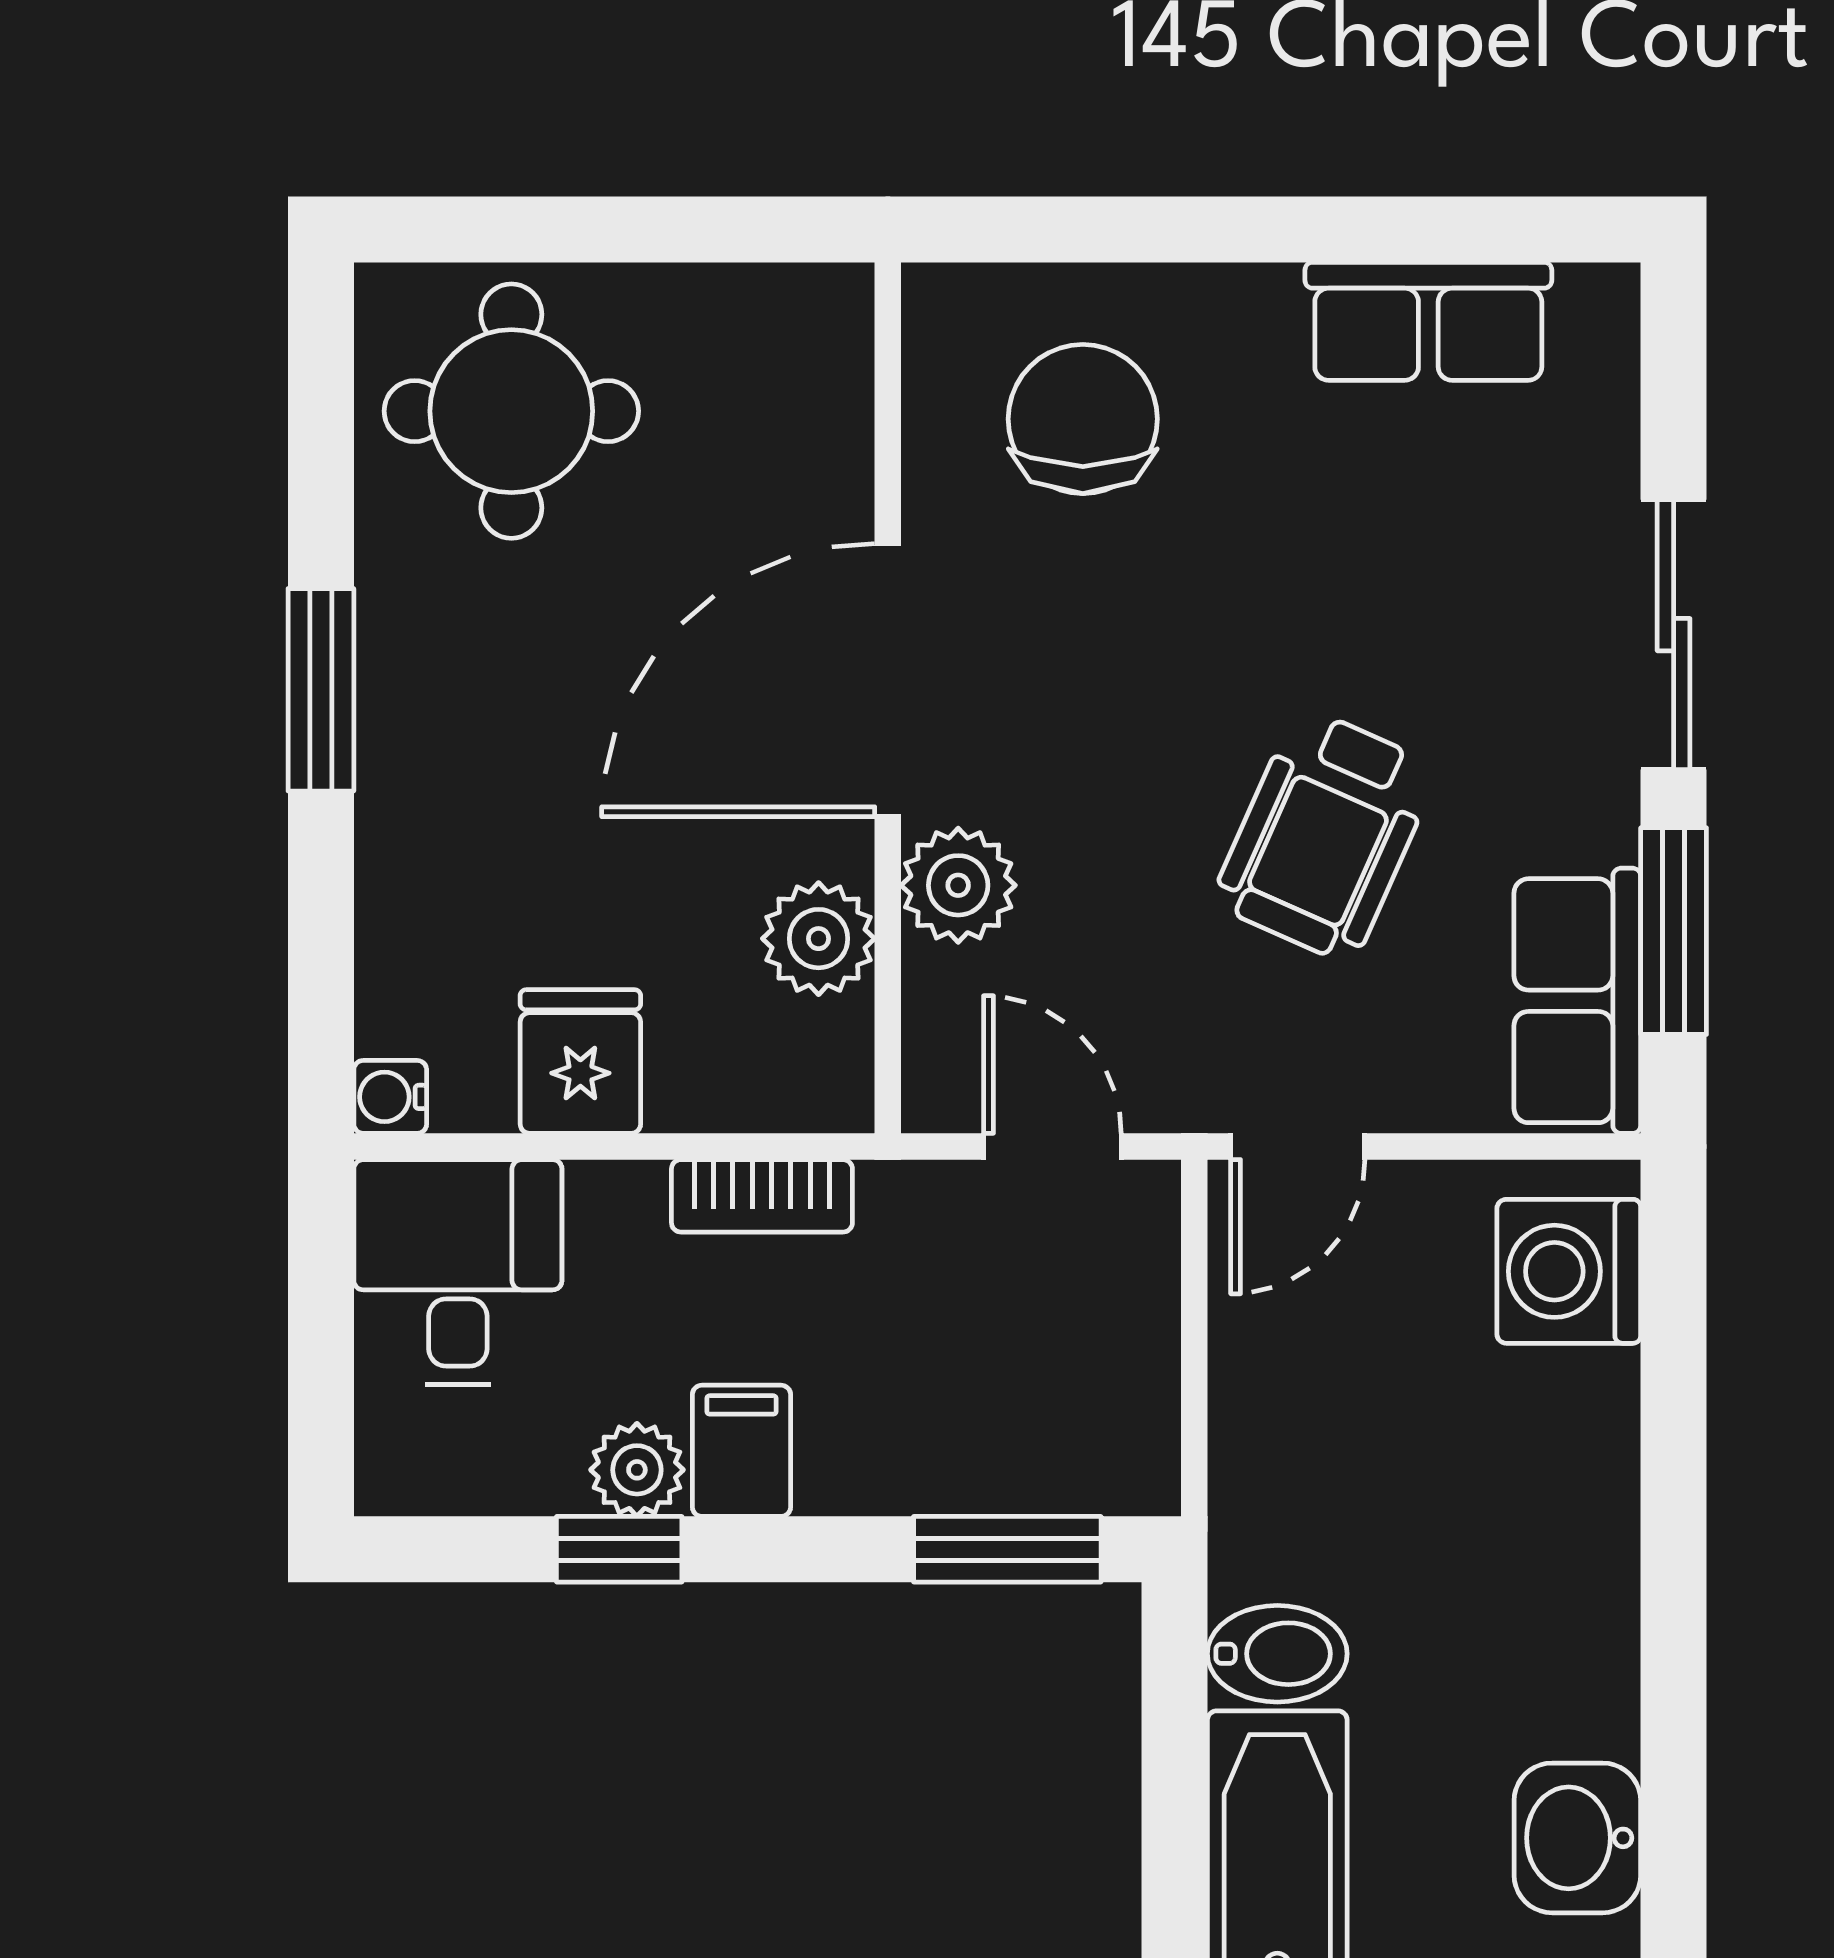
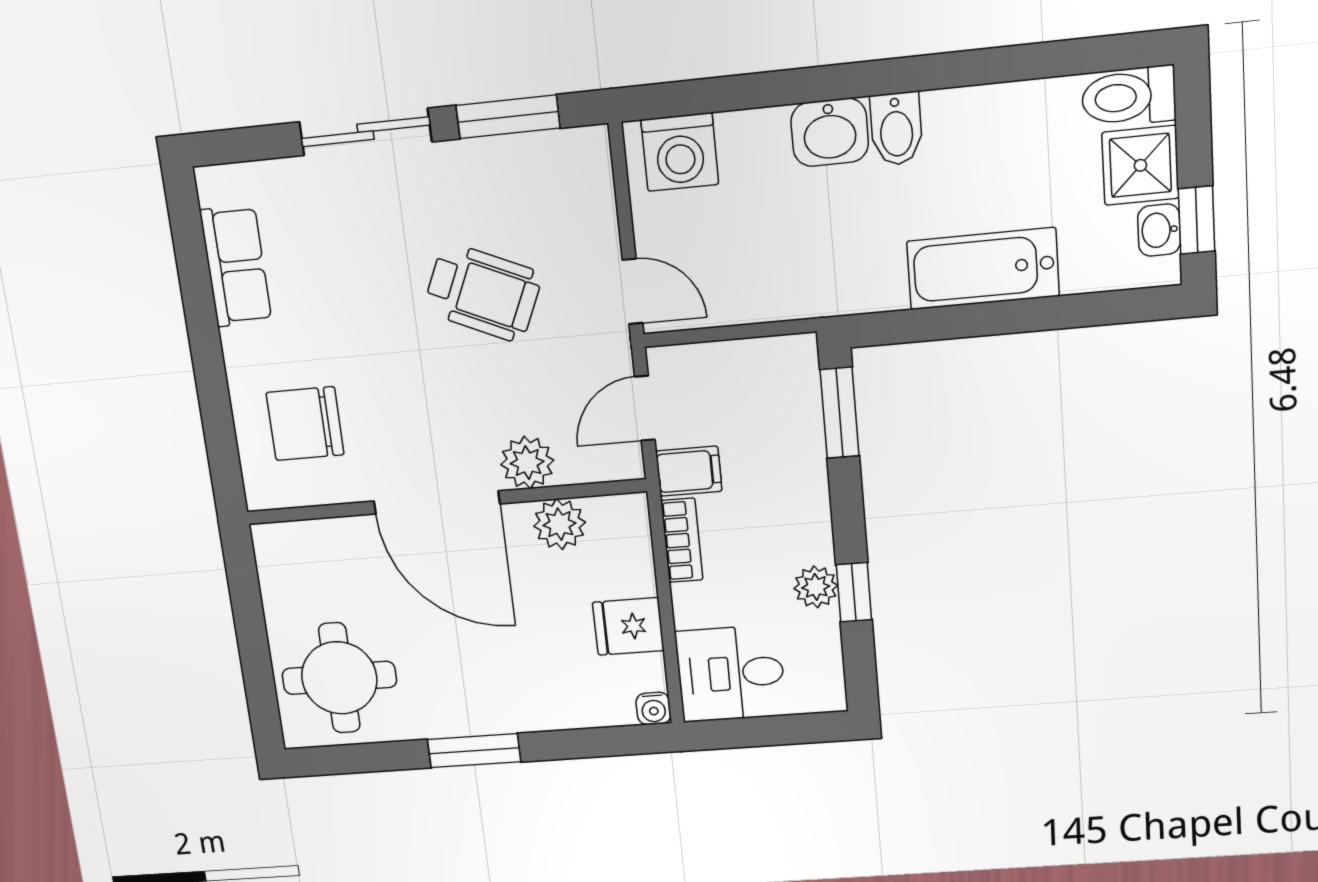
row of seats: (1577, 1001) -> (547, 161), removed
filing cabinet: (741, 1451) -> (689, 471), moved, turned 180
bidet: (1277, 1654) -> (896, 129), moved, turned 180
washbasin: (1577, 1838) -> (830, 132), moved

